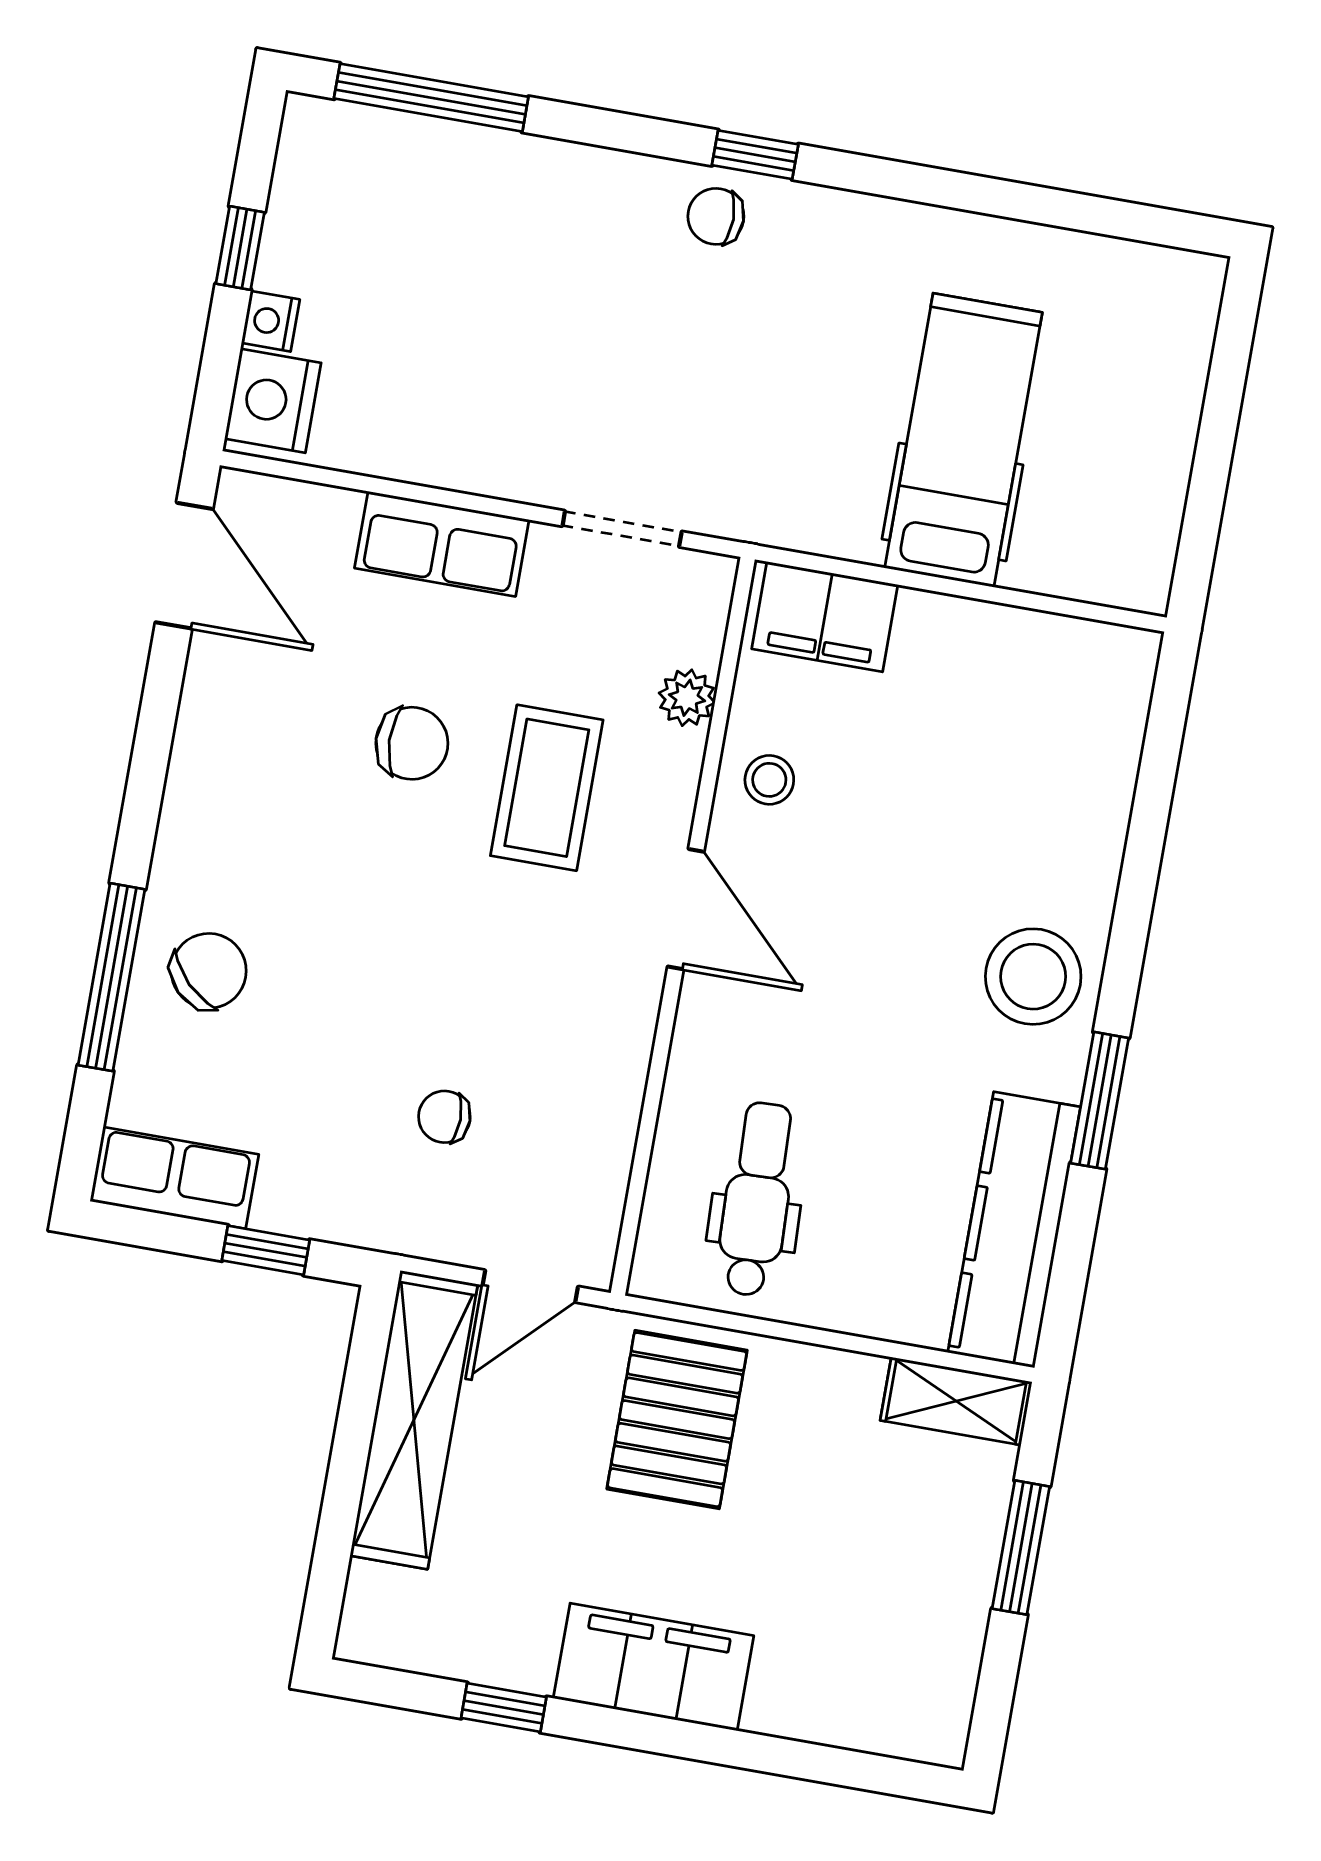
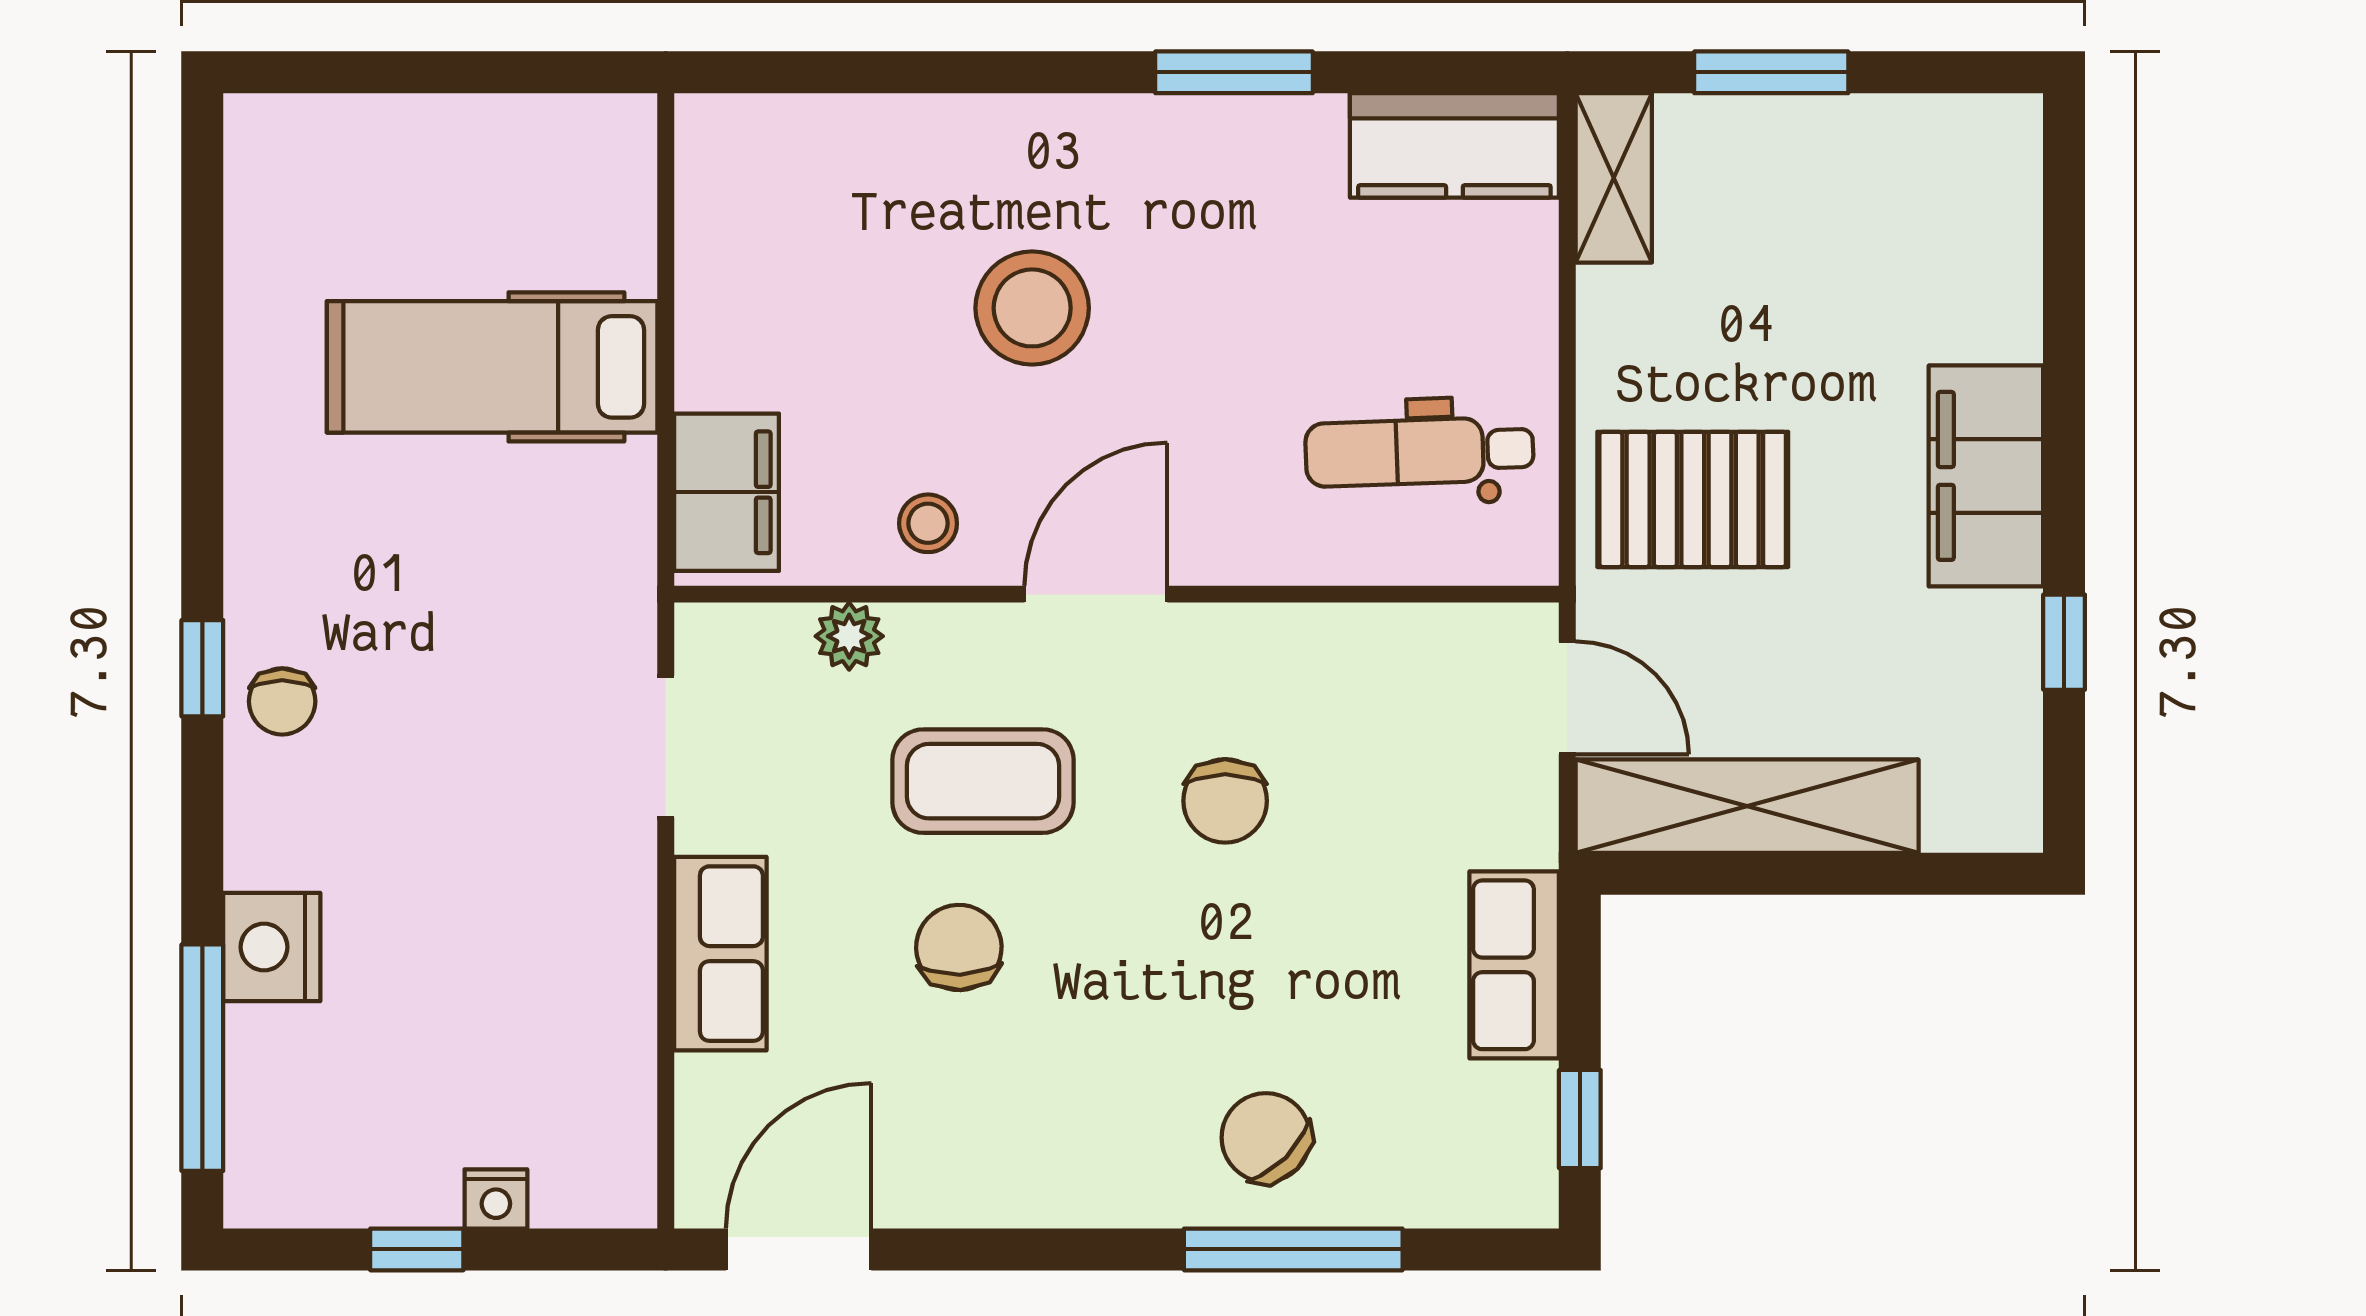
nightstand: (273, 401) -> (272, 947), moved, turned 90
stool: (1033, 977) -> (1032, 308), moved
chair: (444, 1117) -> (1225, 801), moved, width x1.37, depth x1.37
row of seats: (174, 1178) -> (1514, 965), moved
kitchen counter: (1014, 1230) -> (1454, 145), width x0.67
window: (266, 1250) -> (1580, 1119), moved

